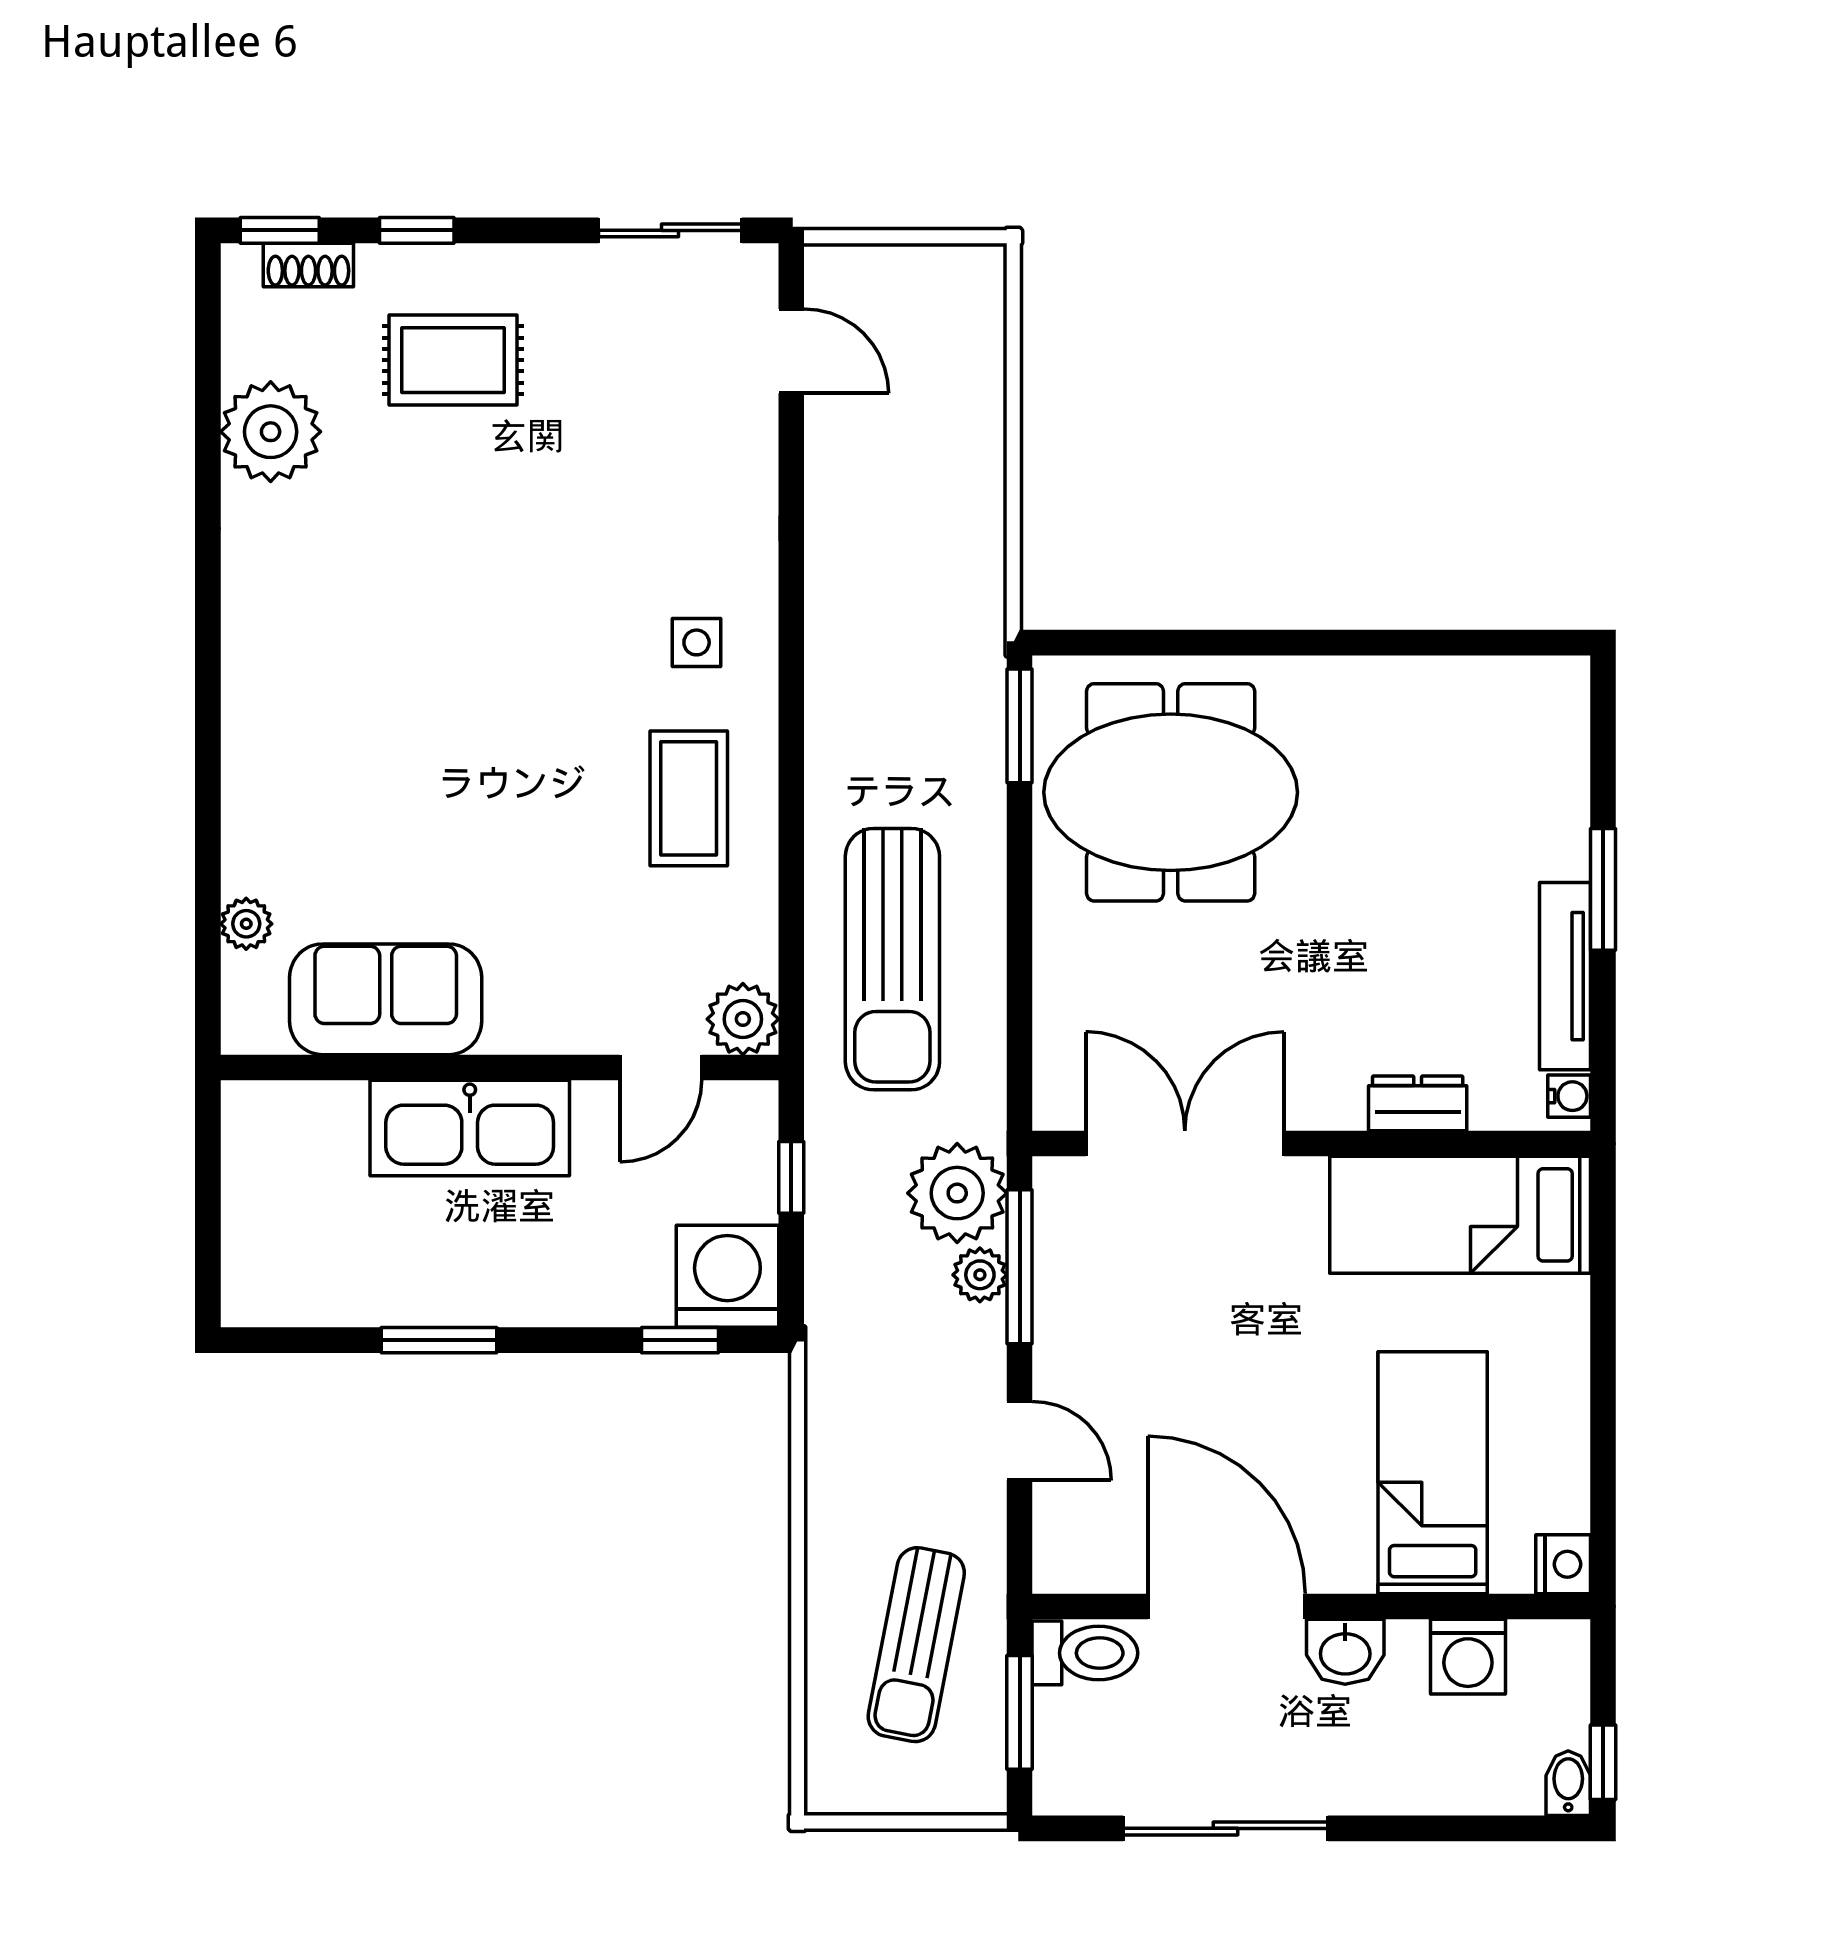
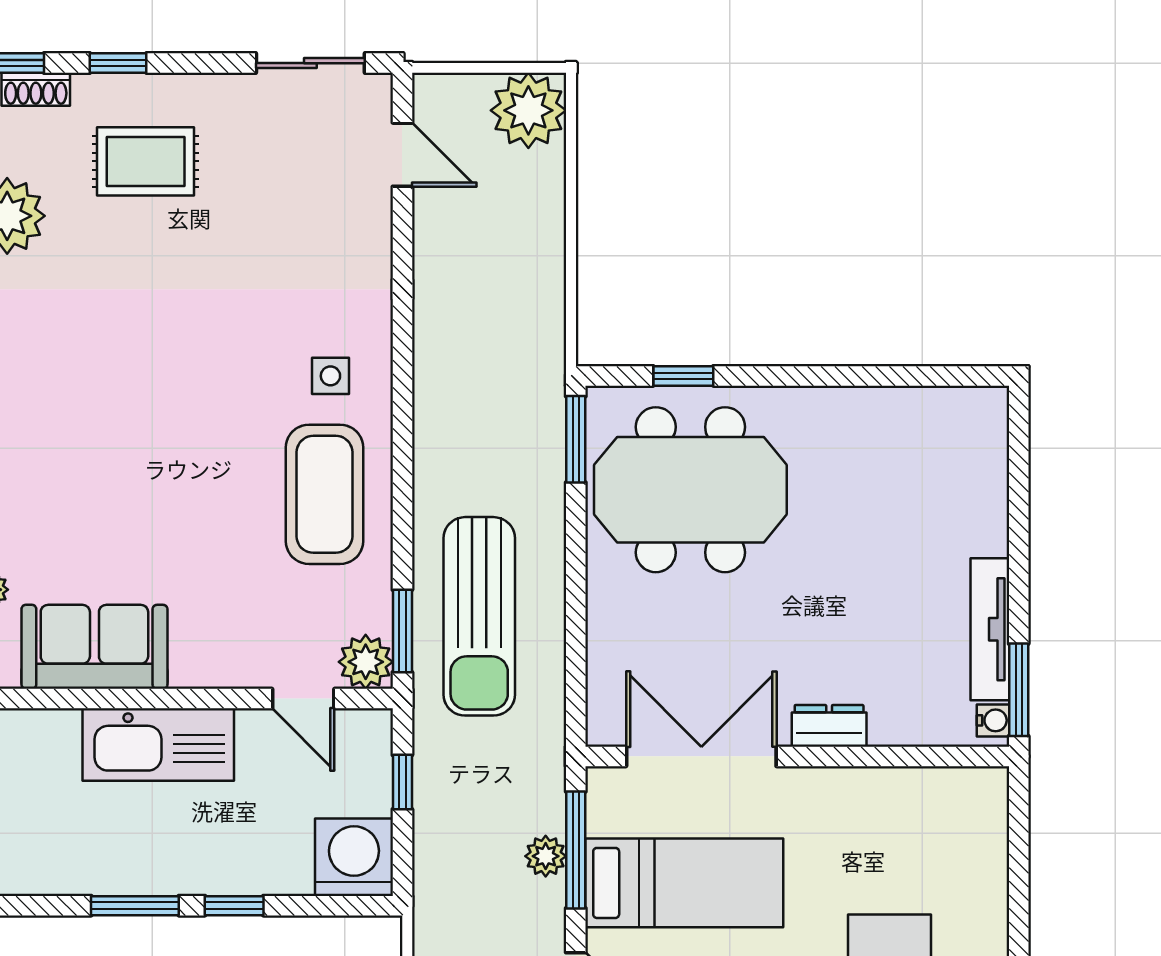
window: (1161, 643) -> (683, 376), added
coffee table: (689, 798) -> (325, 494), width x1.36, depth x1.32
window: (1603, 889) -> (1019, 690), moved
window: (791, 978) -> (402, 631), added
door: (661, 1067) -> (303, 699), hinge flipped
dresser: (1418, 1103) -> (829, 726), moved
plant: (957, 1193) -> (528, 110), moved
bed: (1460, 1215) -> (684, 883), moved, turned 180
window: (680, 1340) -> (234, 906), moved

